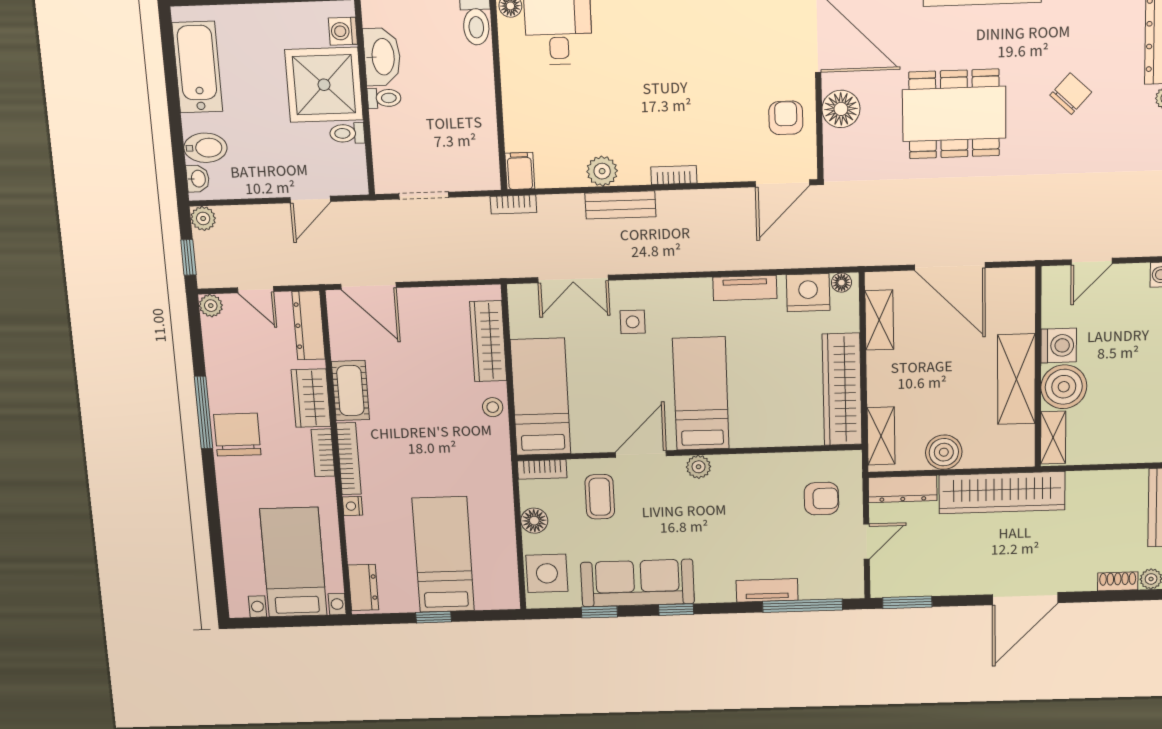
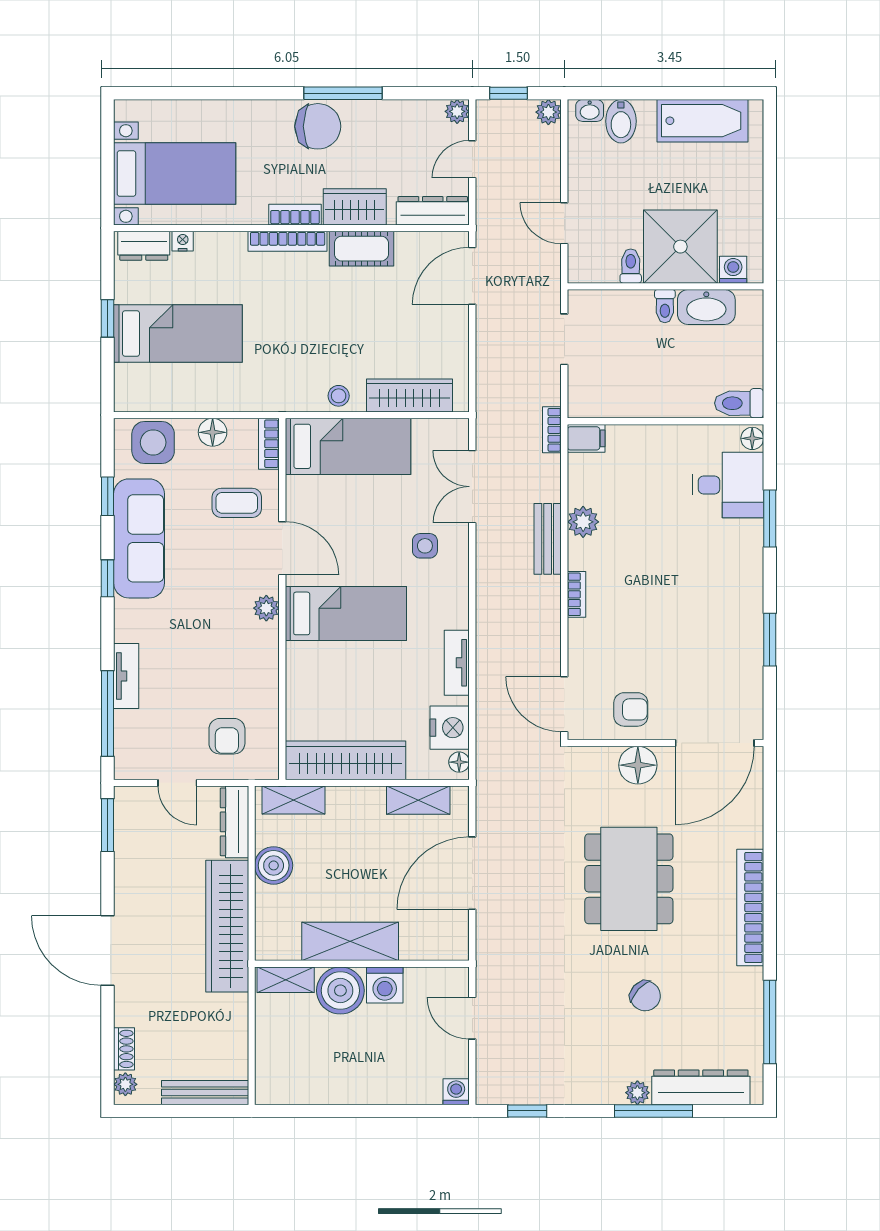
nightstand: (352, 506) -> (183, 241), moved

